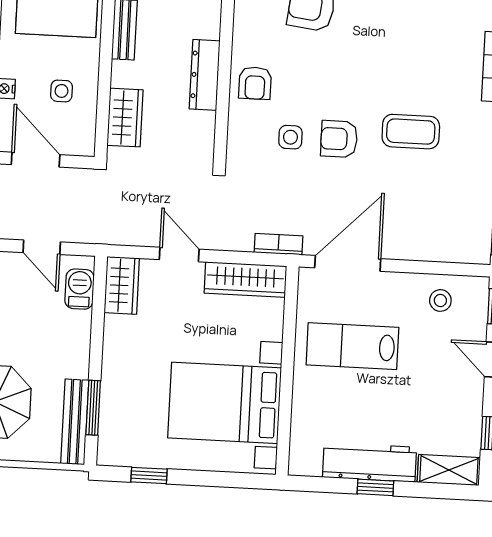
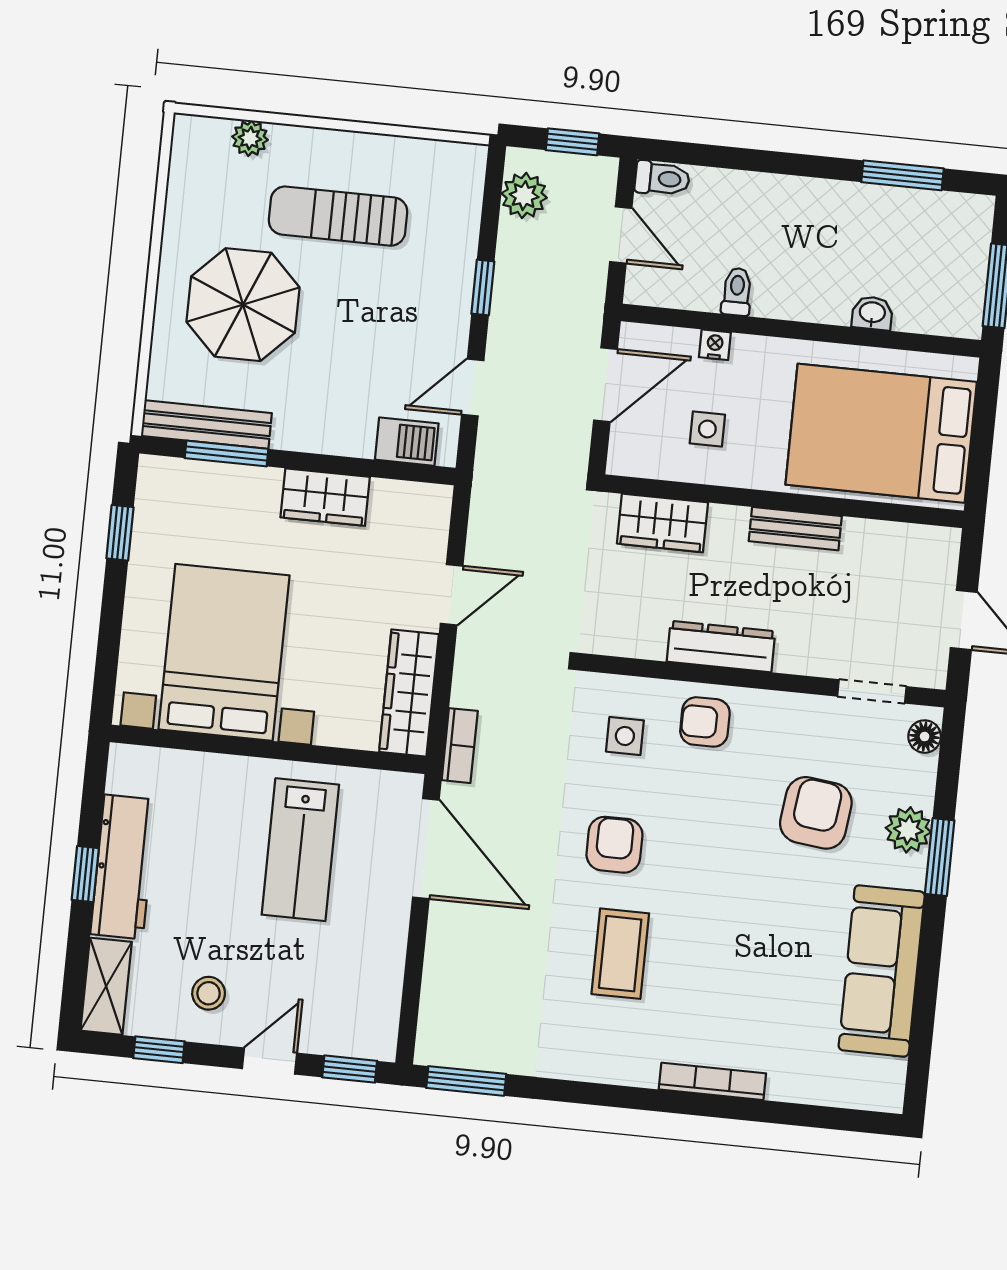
side table: (290, 137) -> (625, 736), moved
wardrobe: (122, 285) -> (325, 497), moved
stool: (440, 300) -> (209, 993), moved
lab bench: (352, 346) -> (300, 850), turned 180

